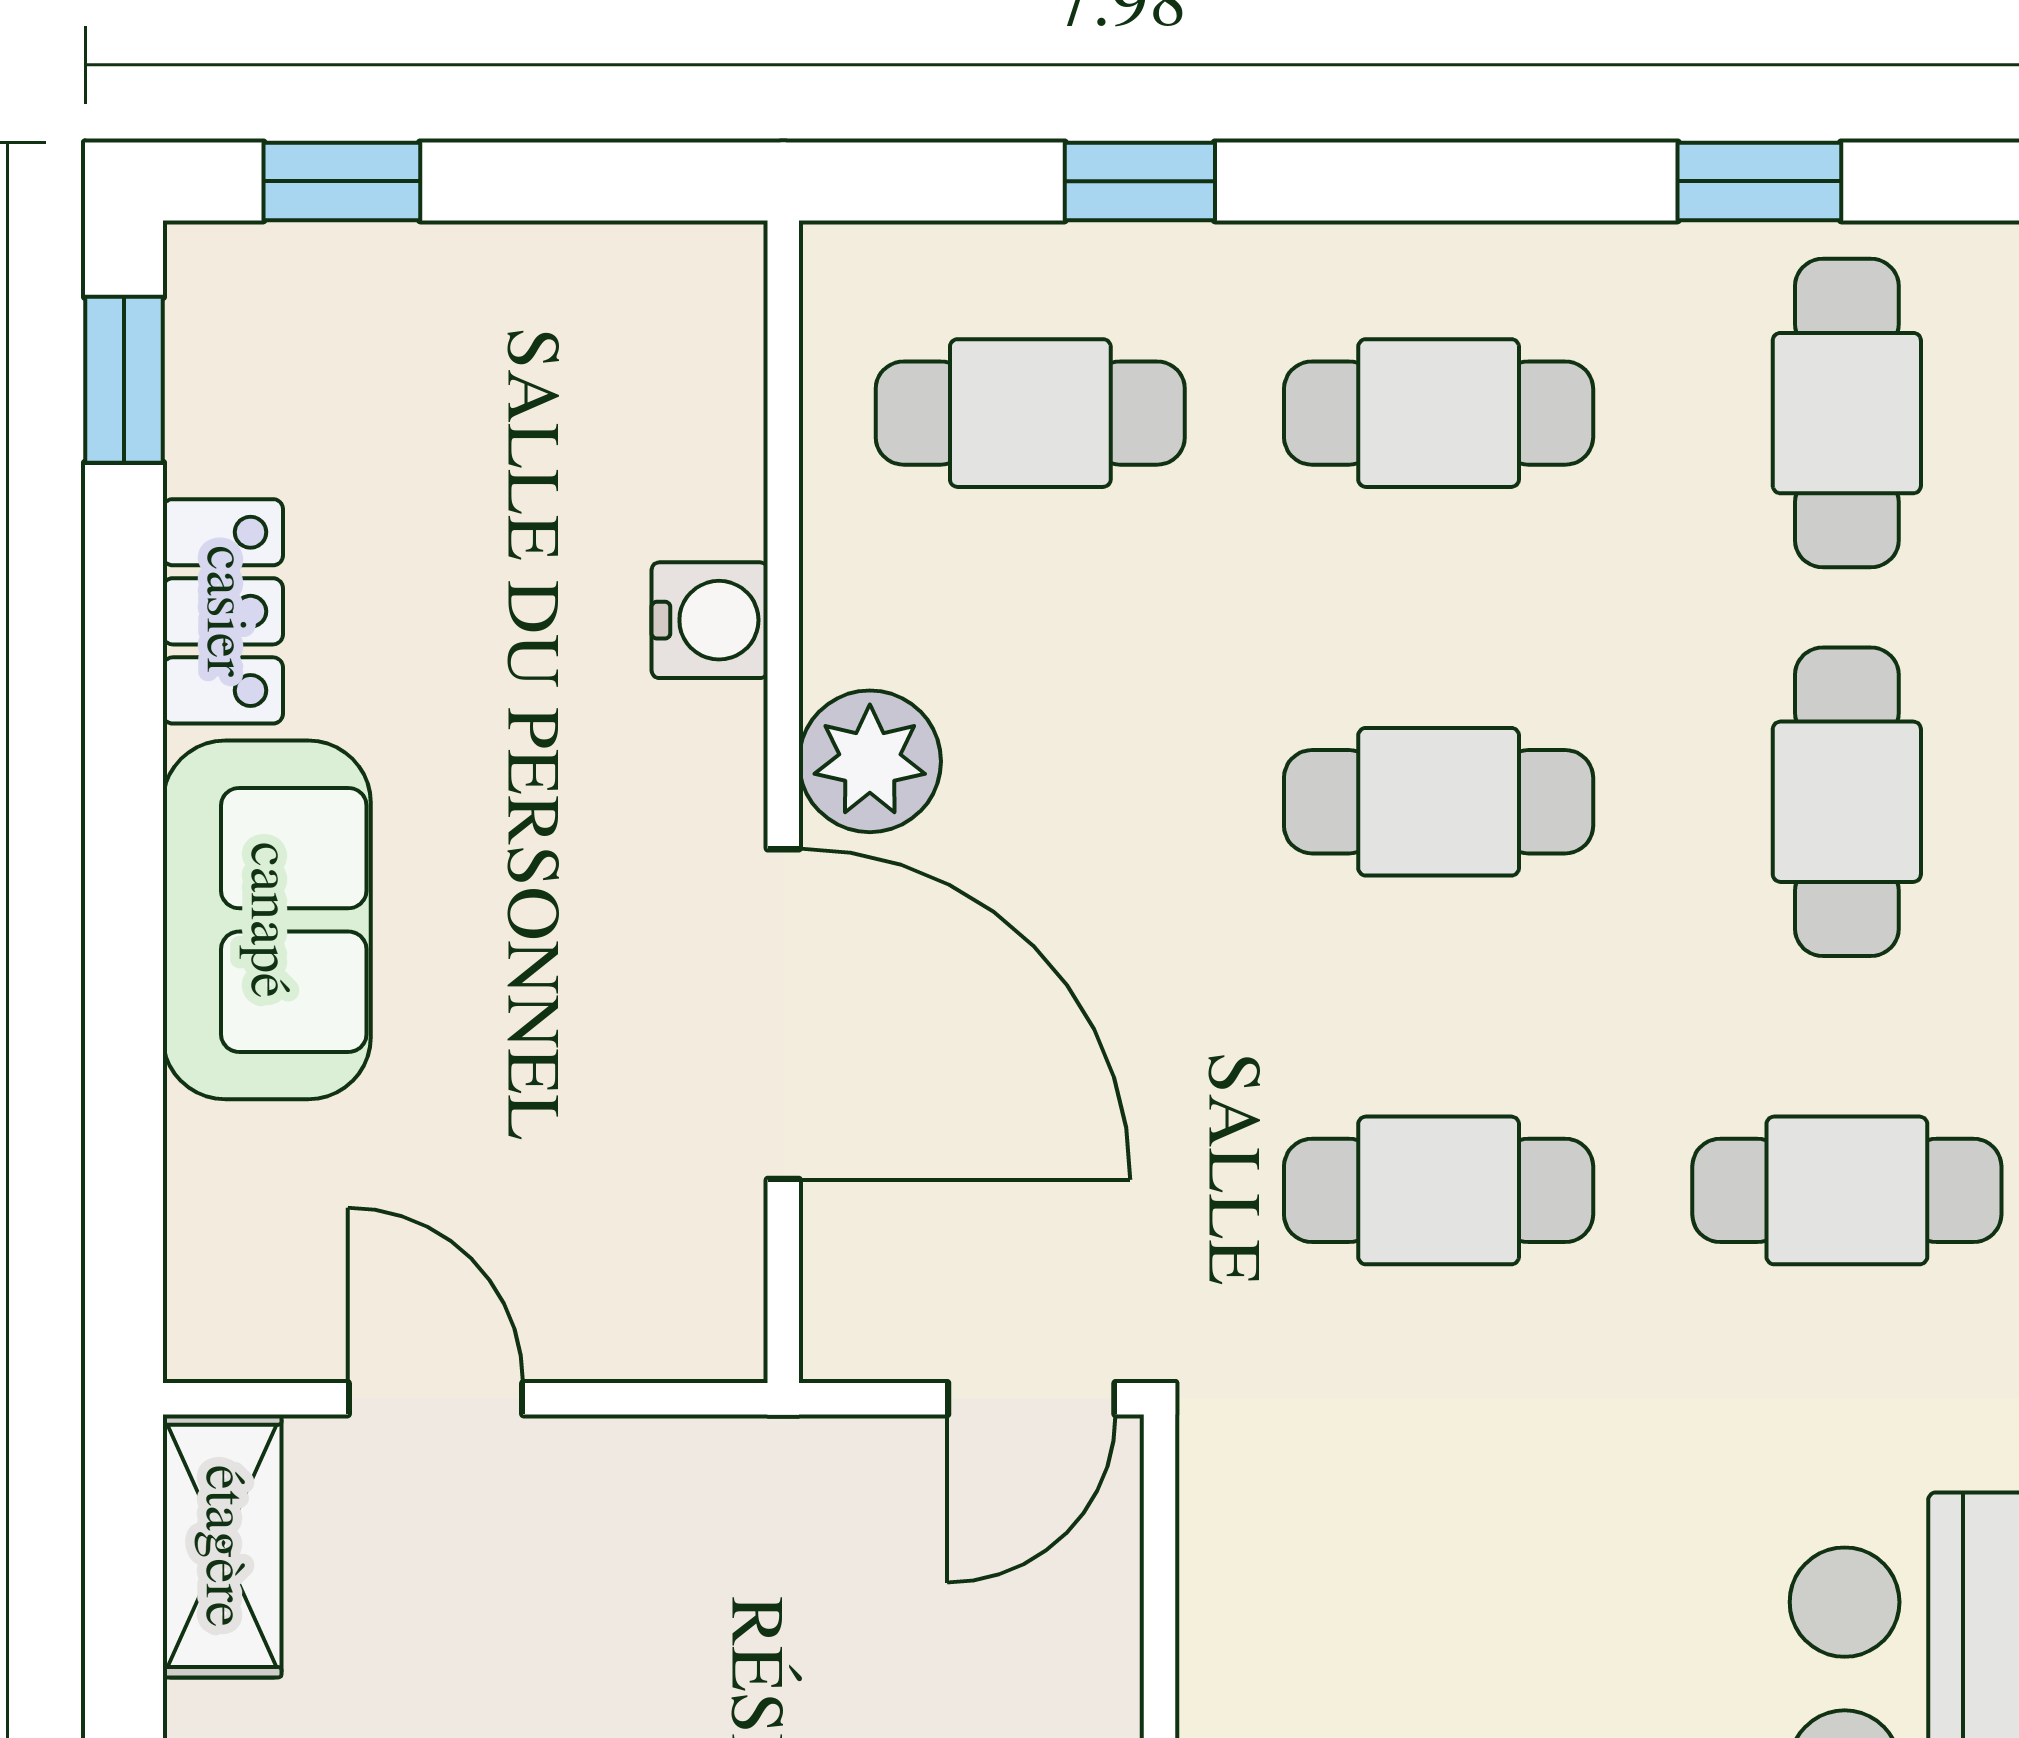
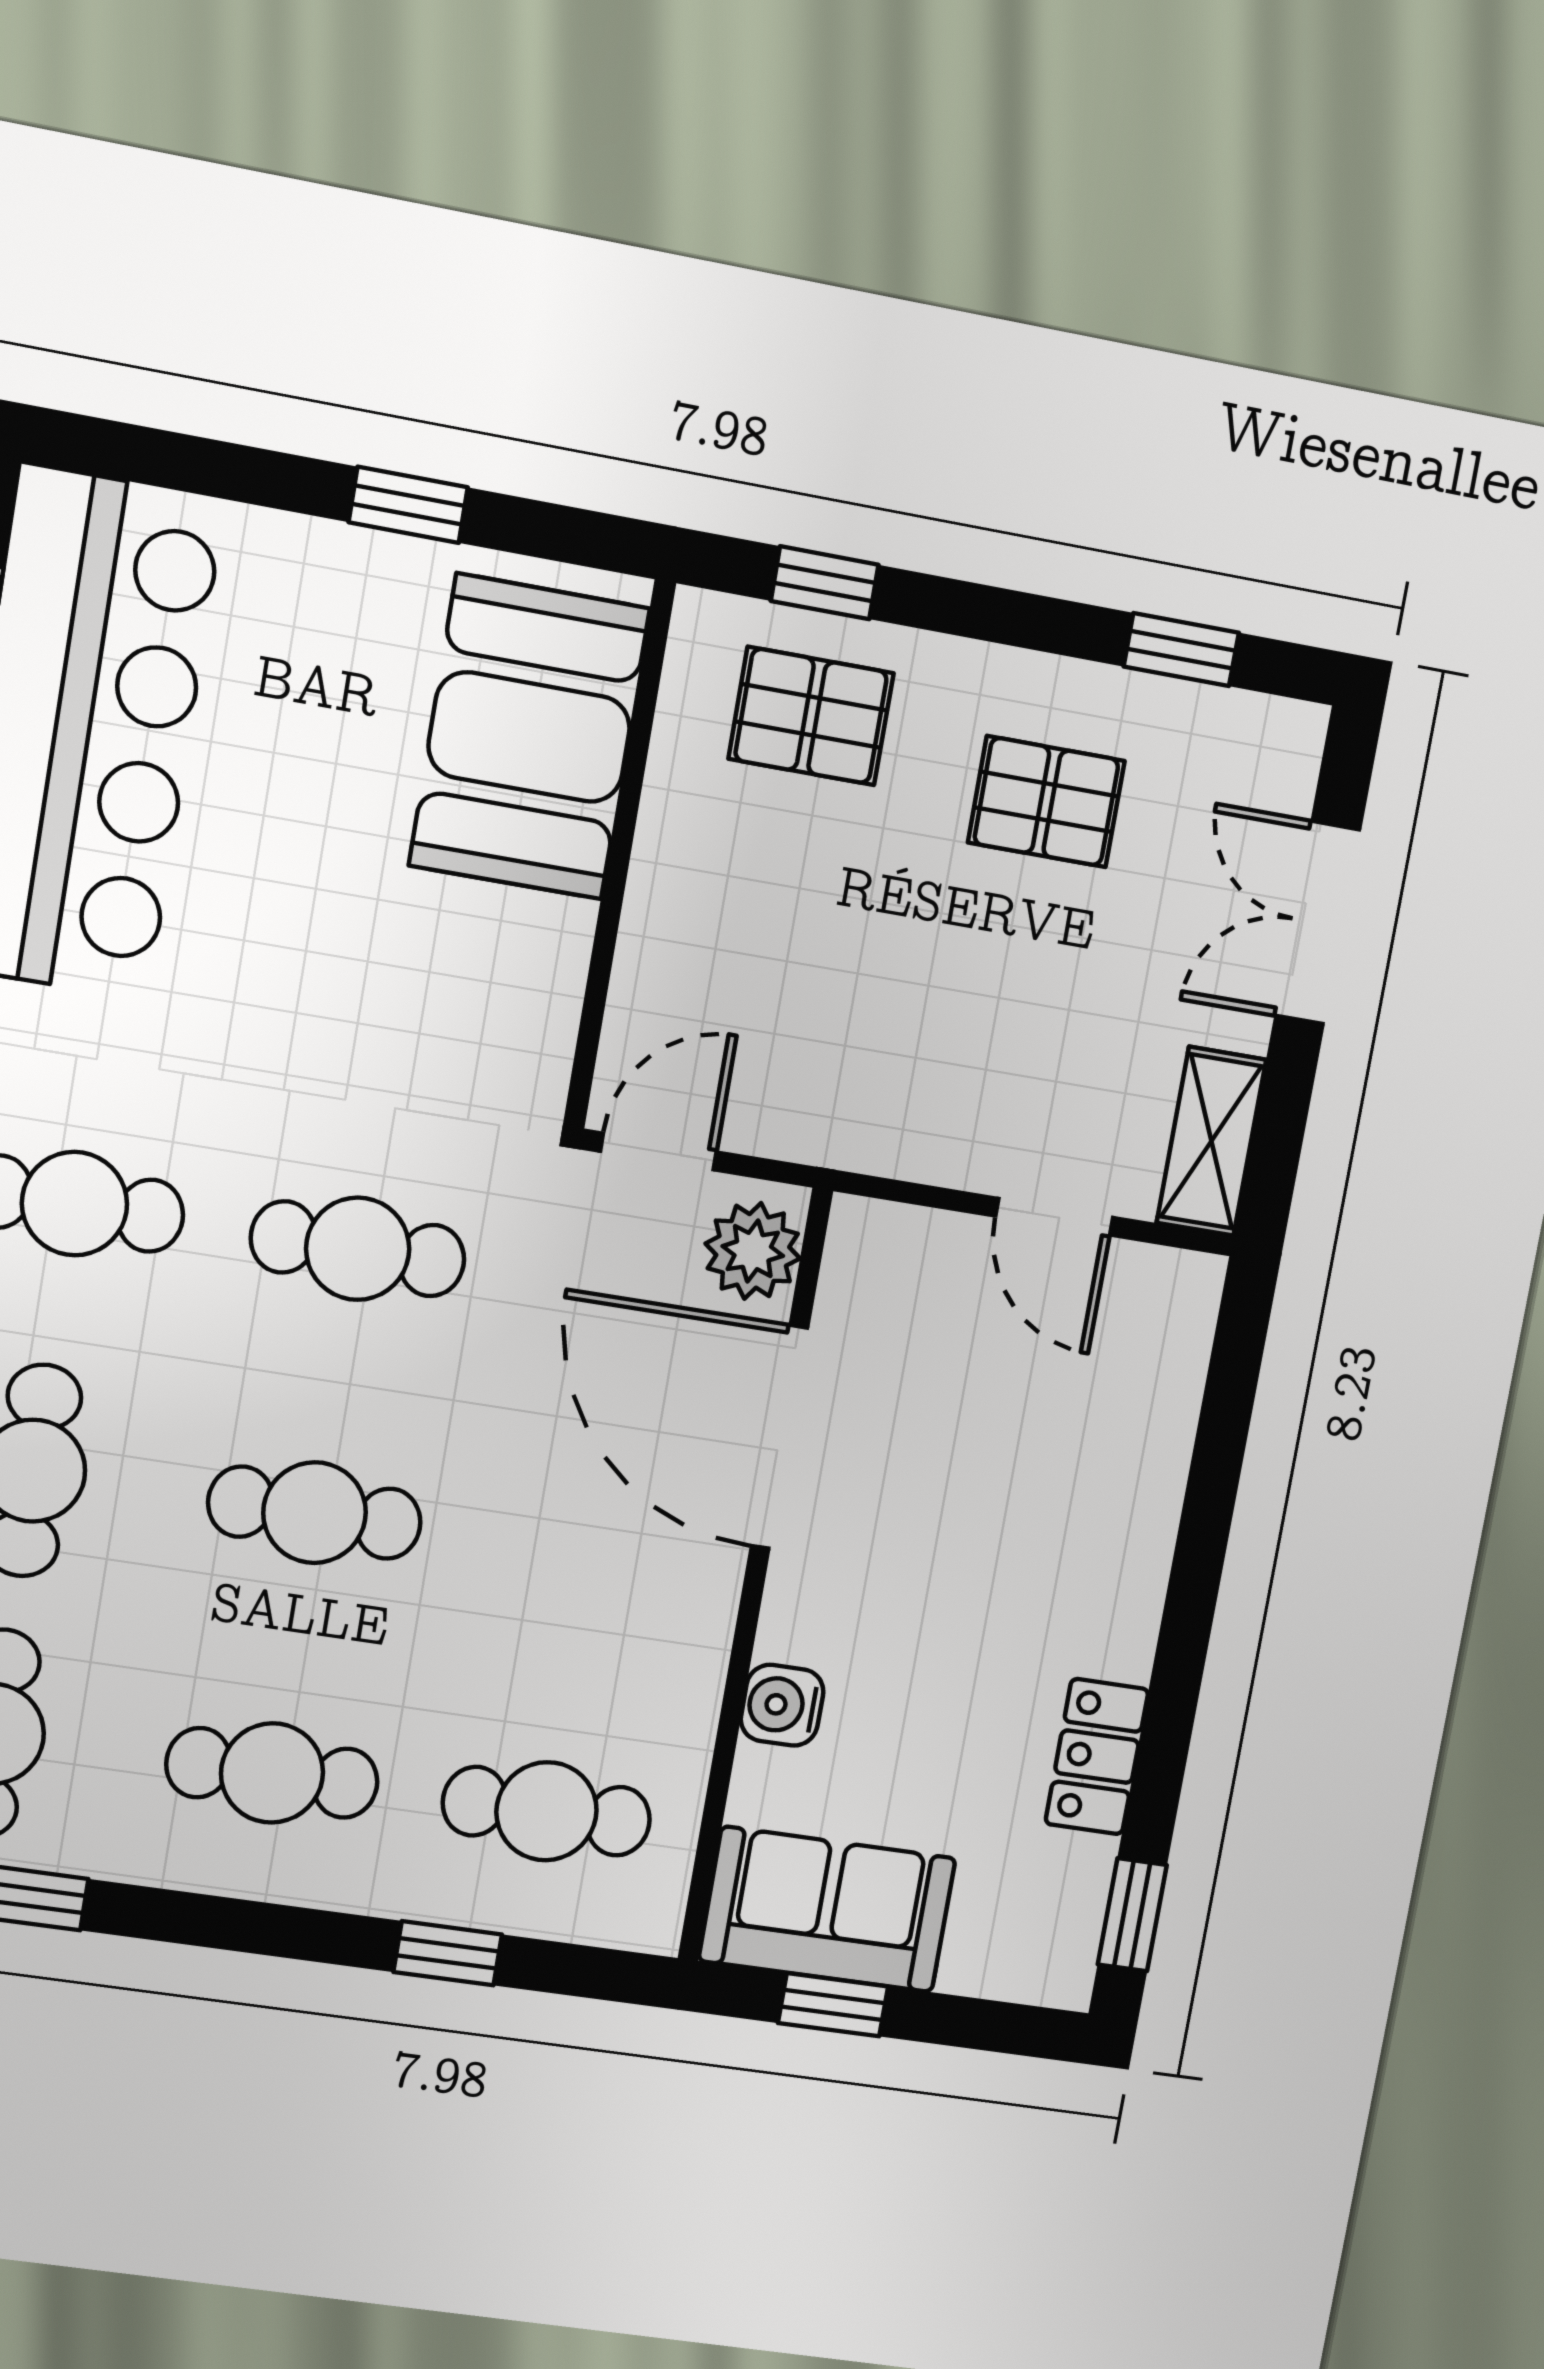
window: (342, 181) -> (833, 2005), moved
plant: (870, 761) -> (753, 1251), moved
sofa: (267, 920) -> (827, 1909), moved, turned 90

